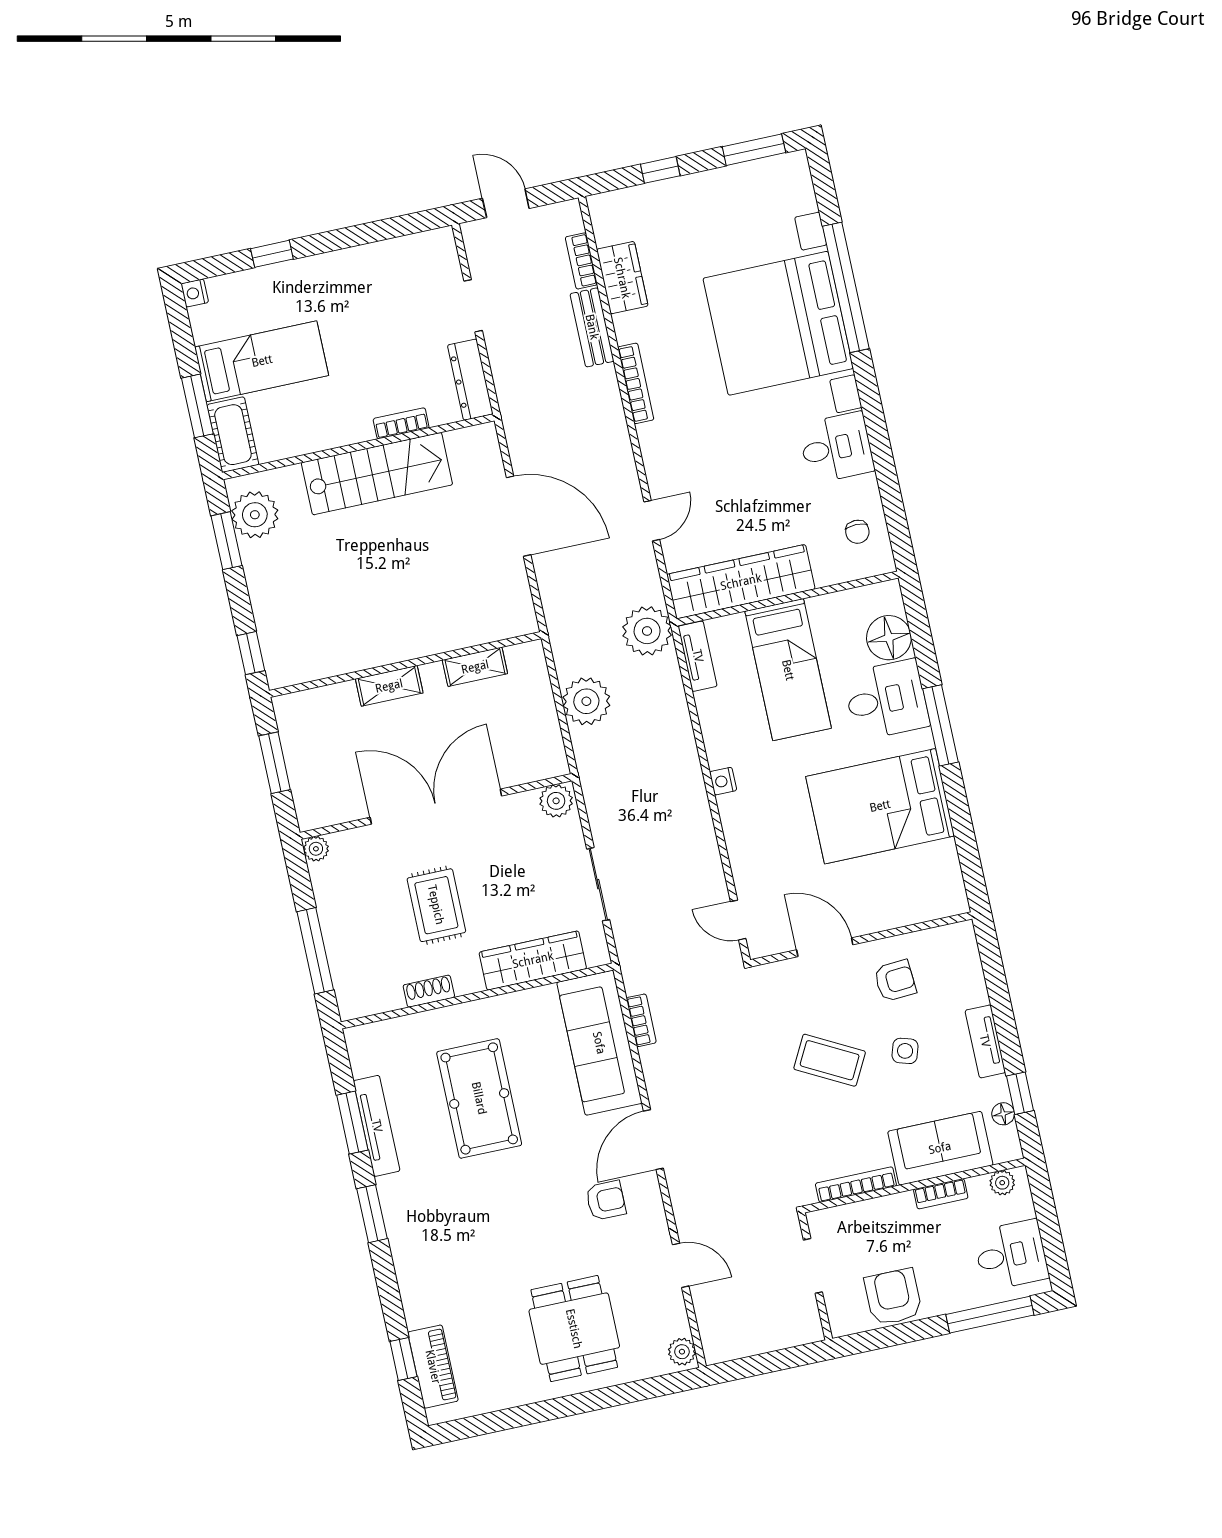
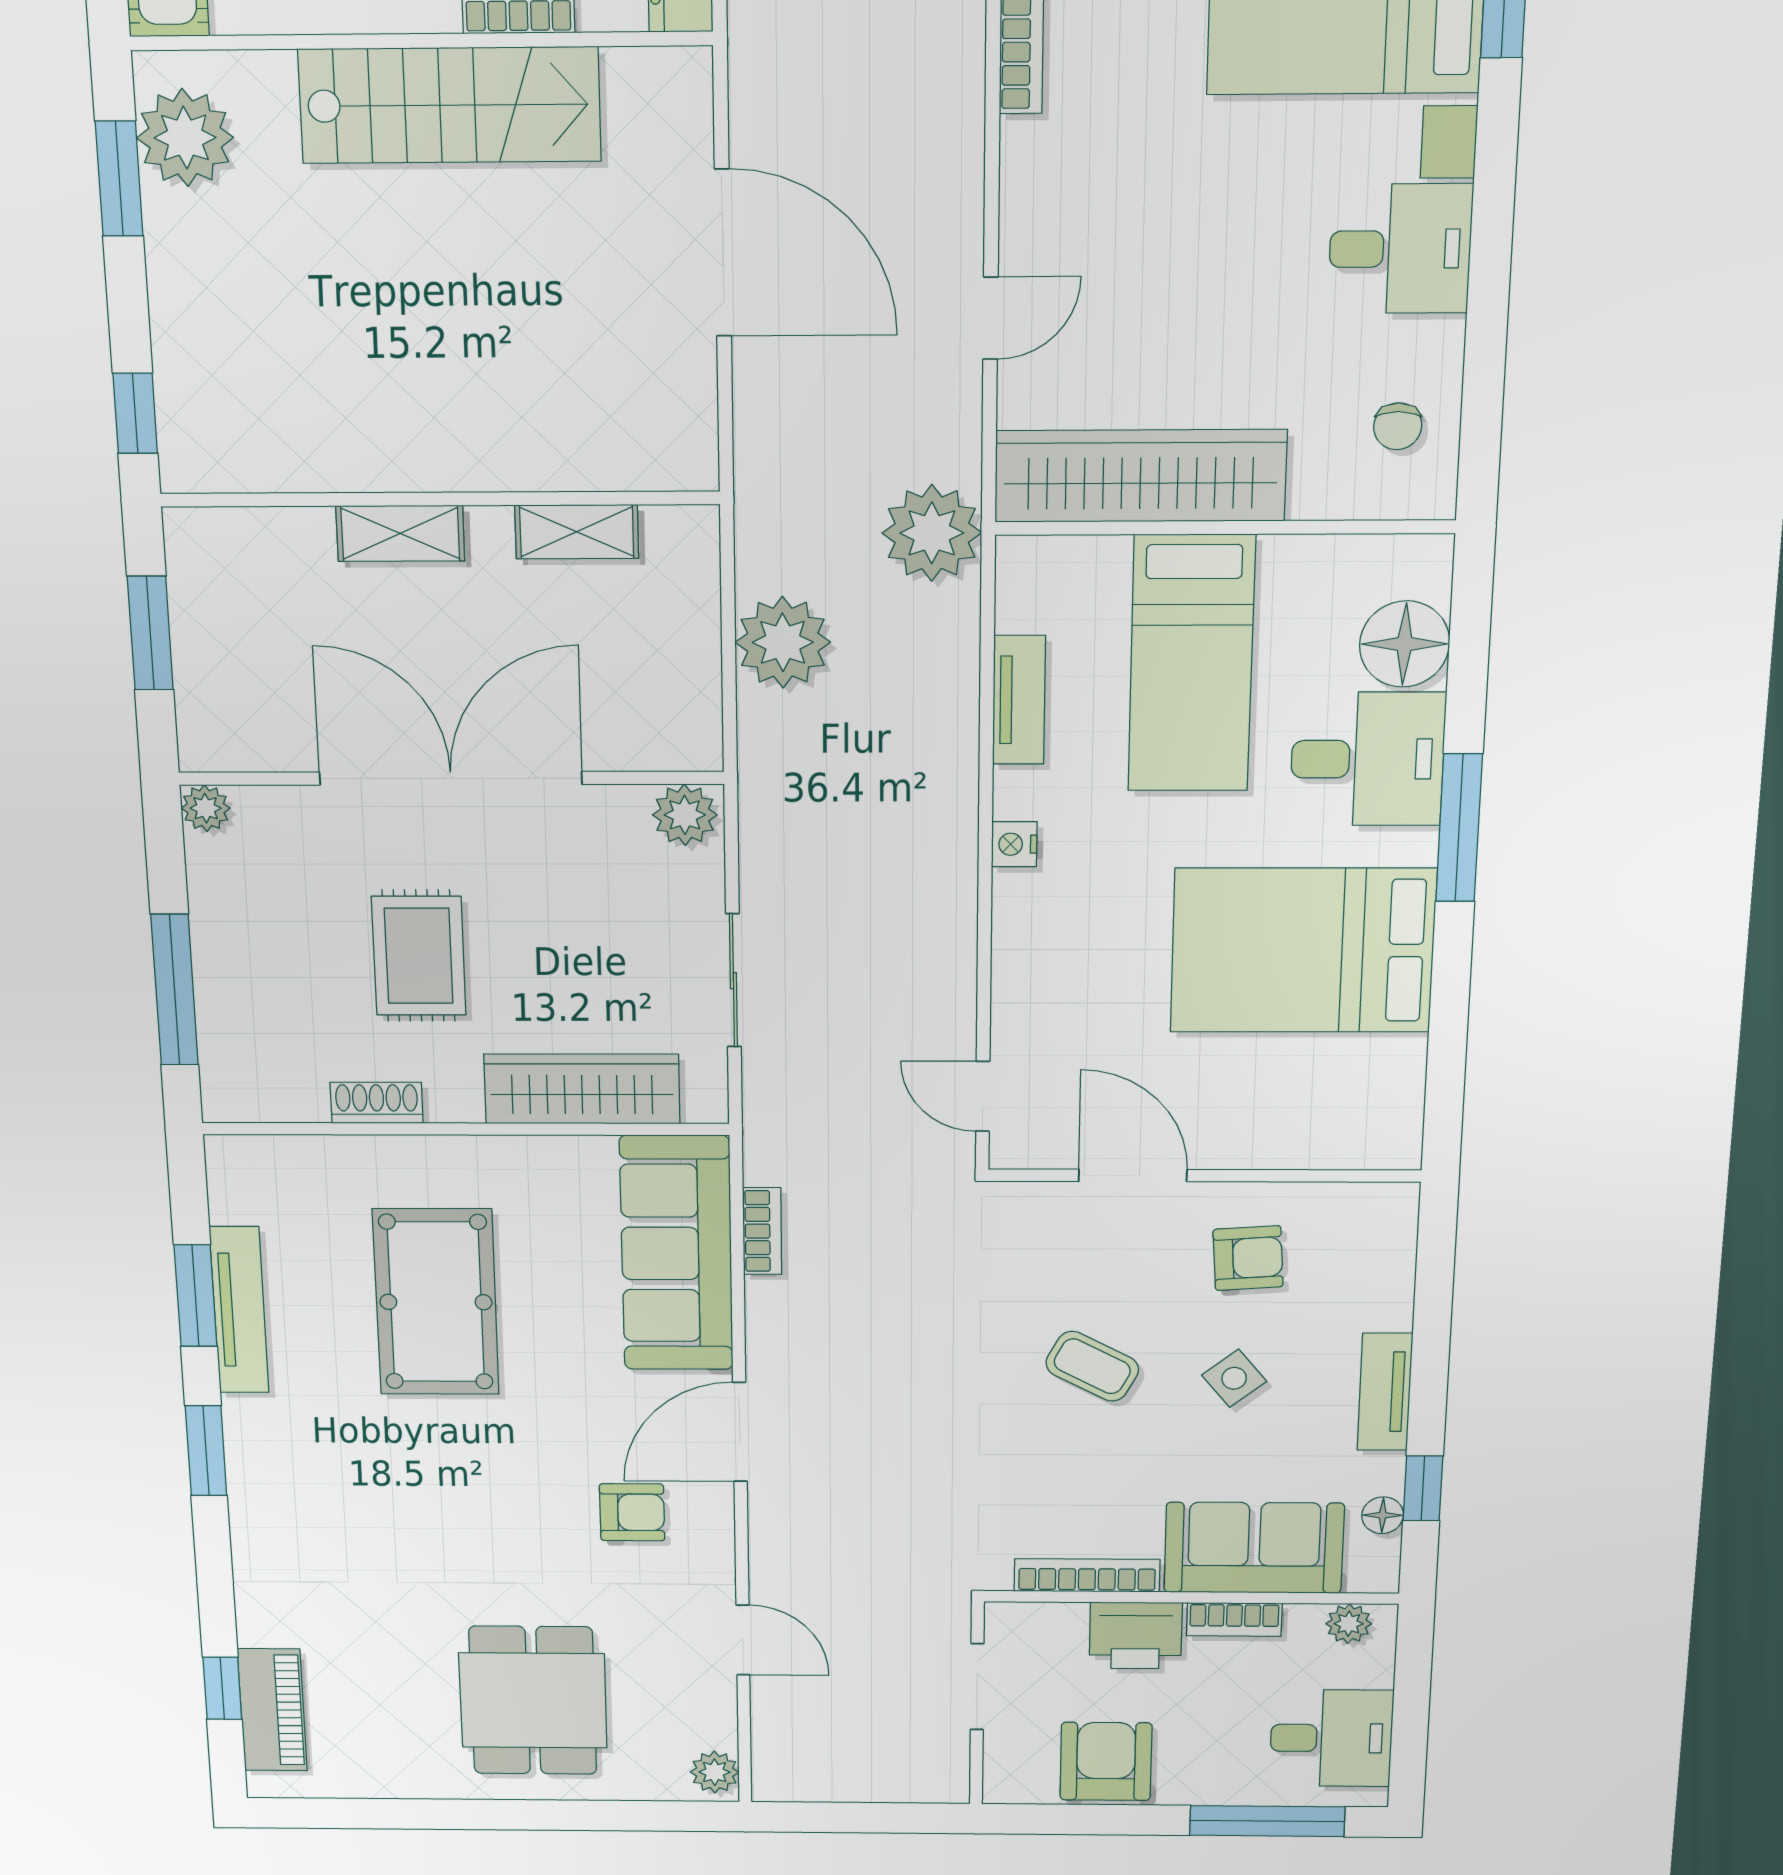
tv unit: (698, 656) -> (1019, 700), moved
side table: (905, 1051) -> (1234, 1378), turned 34
coffee table: (830, 1060) -> (1092, 1366), width x0.73, depth x0.77
printer: (891, 1215) -> (1136, 1635), added

